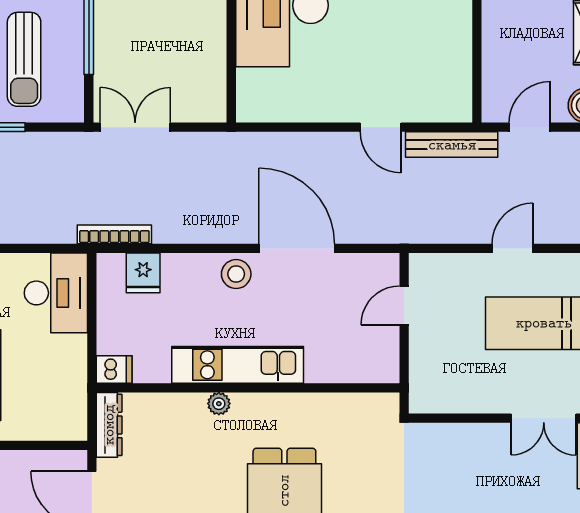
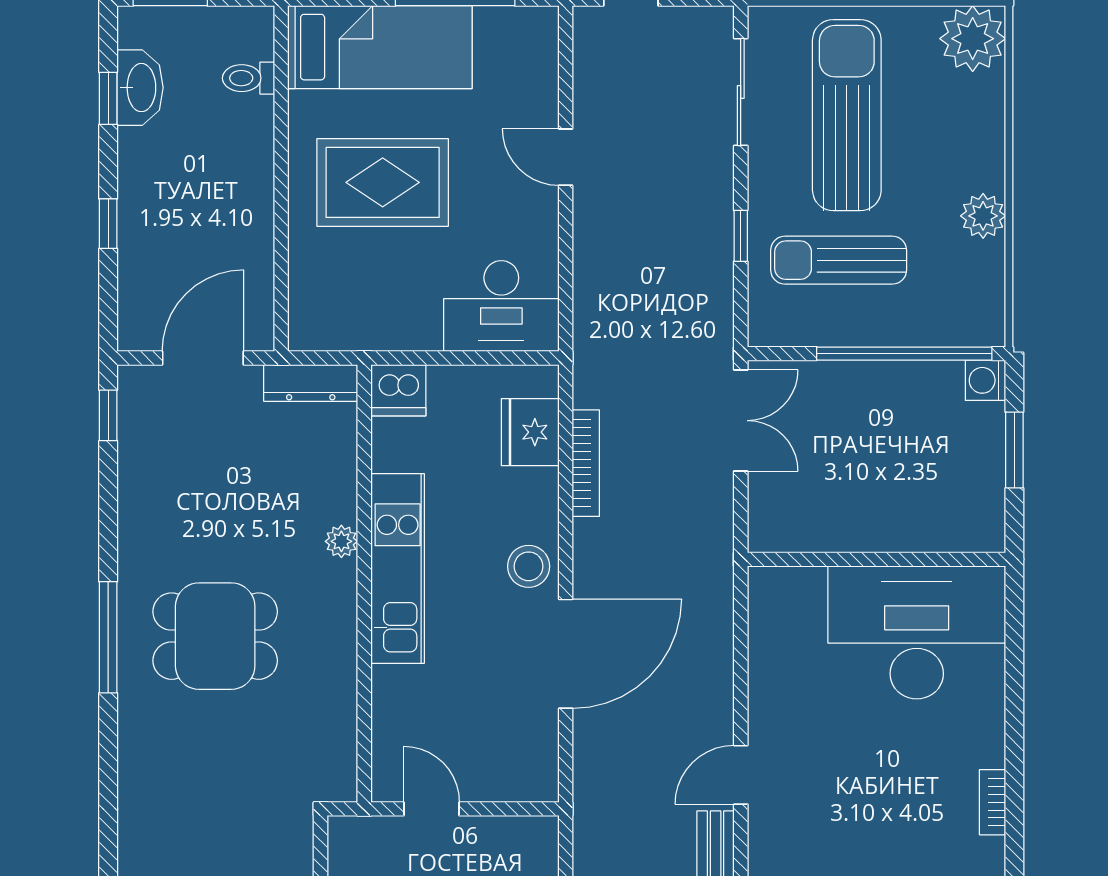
bookcase: (114, 234) -> (586, 463), moved
fridge: (143, 273) -> (530, 432), width x1.38
door: (404, 305) -> (432, 809), moved
dishwasher: (114, 369) -> (398, 390), width x1.38

